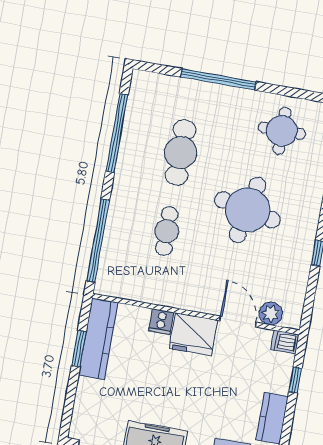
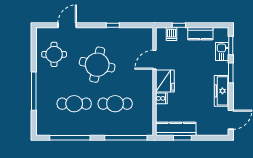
cafe table: (167, 231) -> (115, 104), width x1.37, depth x1.35
plant: (271, 314) -> (148, 44), removed
dishwasher: (285, 342) -> (172, 34), moved

